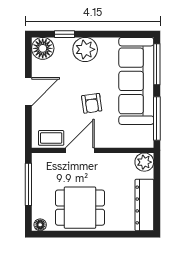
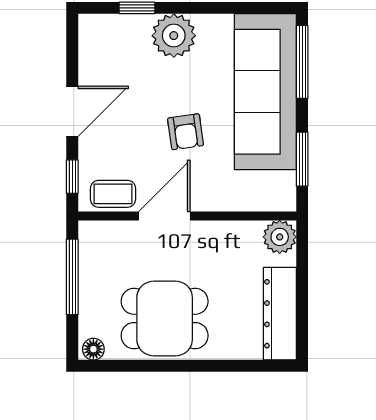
floor lamp: (43, 48) -> (98, 34), removed
window: (157, 119) -> (302, 159), width x0.69
window: (28, 128) -> (72, 177), added

